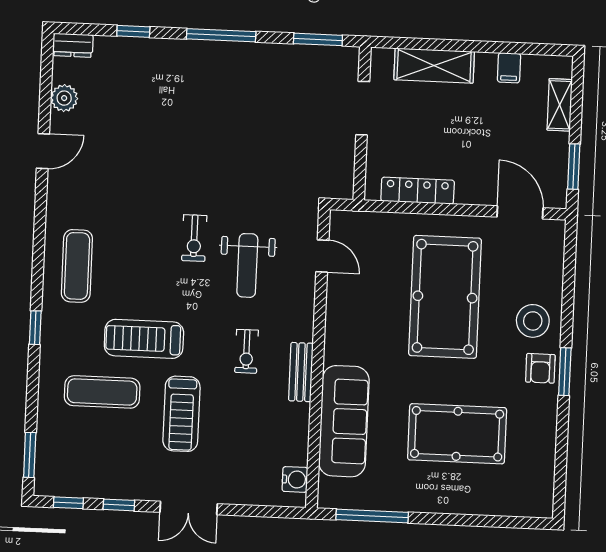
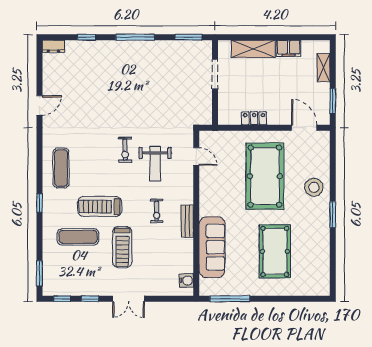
filing cabinet: (509, 68) -> (289, 48), width x2.00
plant: (64, 98) -> (50, 76), removed
locker: (418, 191) -> (254, 118), width x0.66
armchair: (540, 368) -> (319, 213), removed
pool table: (457, 434) -> (275, 251), turned 90

